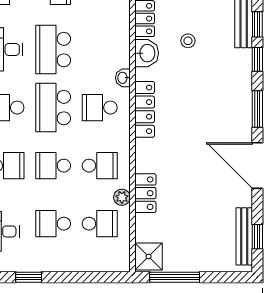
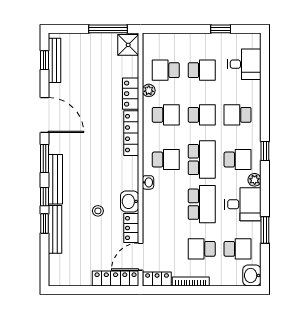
bench: (243, 82) -> (55, 179), added
locker: (145, 109) -> (131, 133), moved
school desk: (100, 166) -> (166, 115), turned 180

